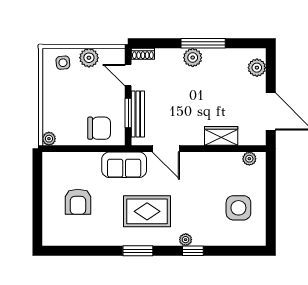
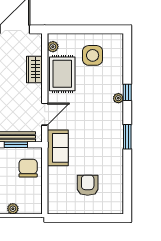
plant: (49, 139) -> (13, 209), moved
armchair: (78, 202) -> (88, 185), turned -90
rug: (147, 211) -> (62, 74), moved

